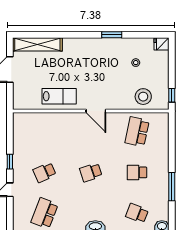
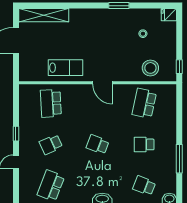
school desk: (45, 132) -> (51, 103), added
school desk: (91, 172) -> (98, 144), turned 39

